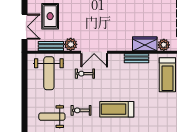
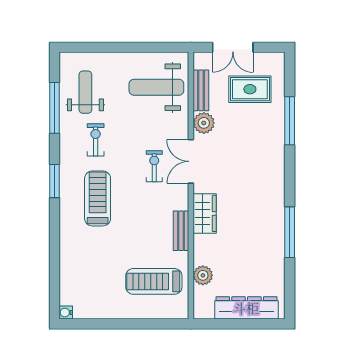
wardrobe: (145, 44) -> (205, 213), moved
exercise bike: (85, 74) -> (154, 166), moved

